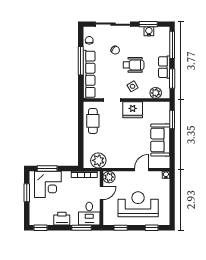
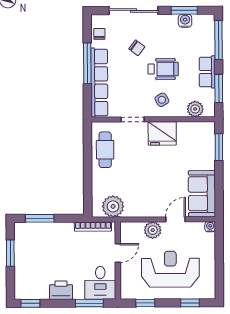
sofa: (160, 140) -> (202, 194), moved
plant: (109, 177) -> (153, 230), moved
corner desk: (48, 184) -> (41, 241), removed

